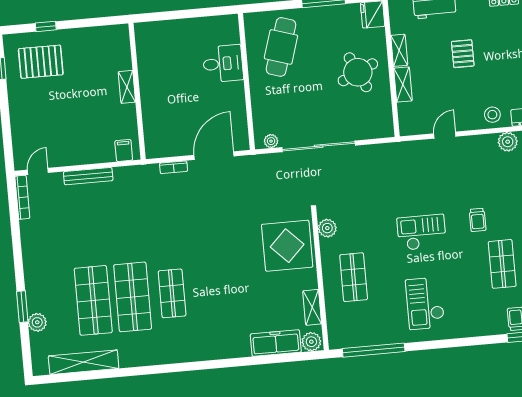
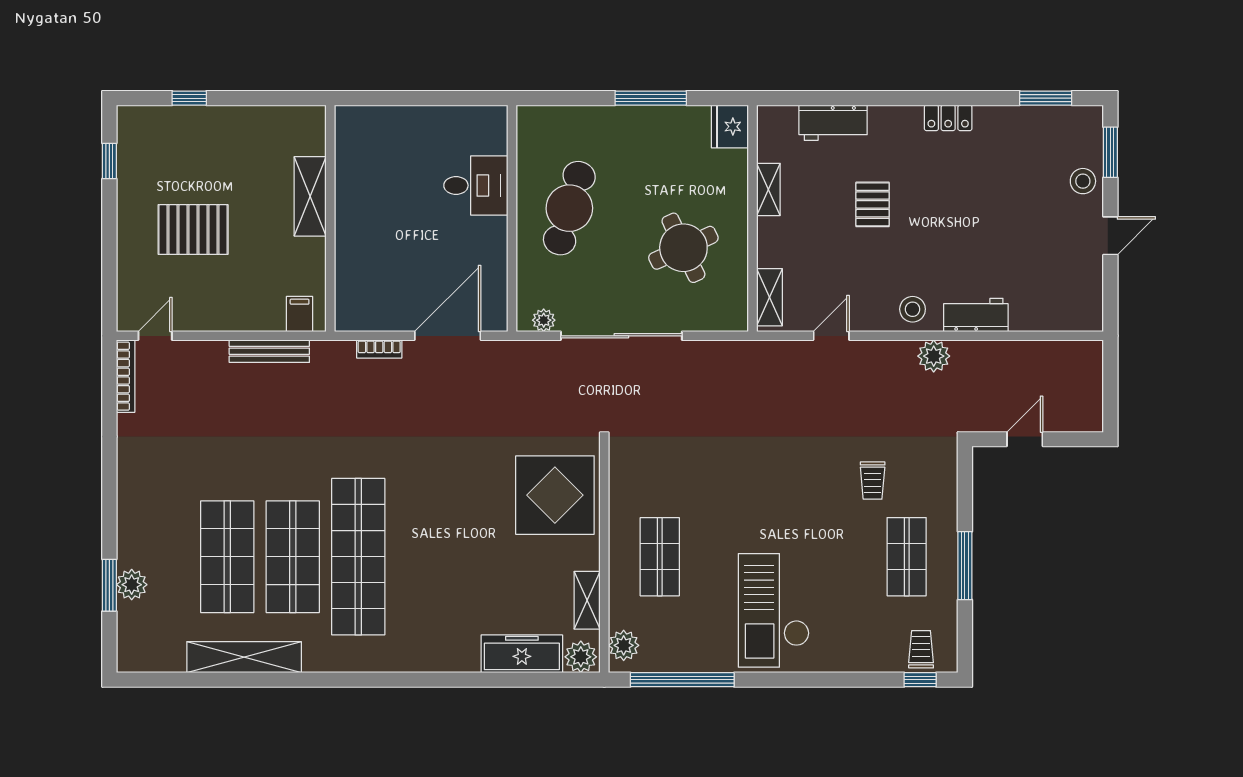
cafe table: (281, 47) -> (569, 208), moved
pallet: (41, 62) -> (193, 230), moved
round table: (358, 72) -> (683, 248), moved
shelving: (403, 84) -> (770, 297), moved
shelving: (127, 87) -> (310, 196), width x1.50, depth x1.33
bench: (88, 176) -> (269, 351), moved
plant: (327, 228) -> (624, 645), moved
checkout: (422, 232) -> (779, 493), removed
shop shelf: (172, 293) -> (358, 557), width x2.00, depth x1.36
checkout: (425, 303) -> (774, 610), width x1.36, depth x1.21
window: (22, 307) -> (109, 585), moved
shelving: (84, 362) -> (244, 657), moved

